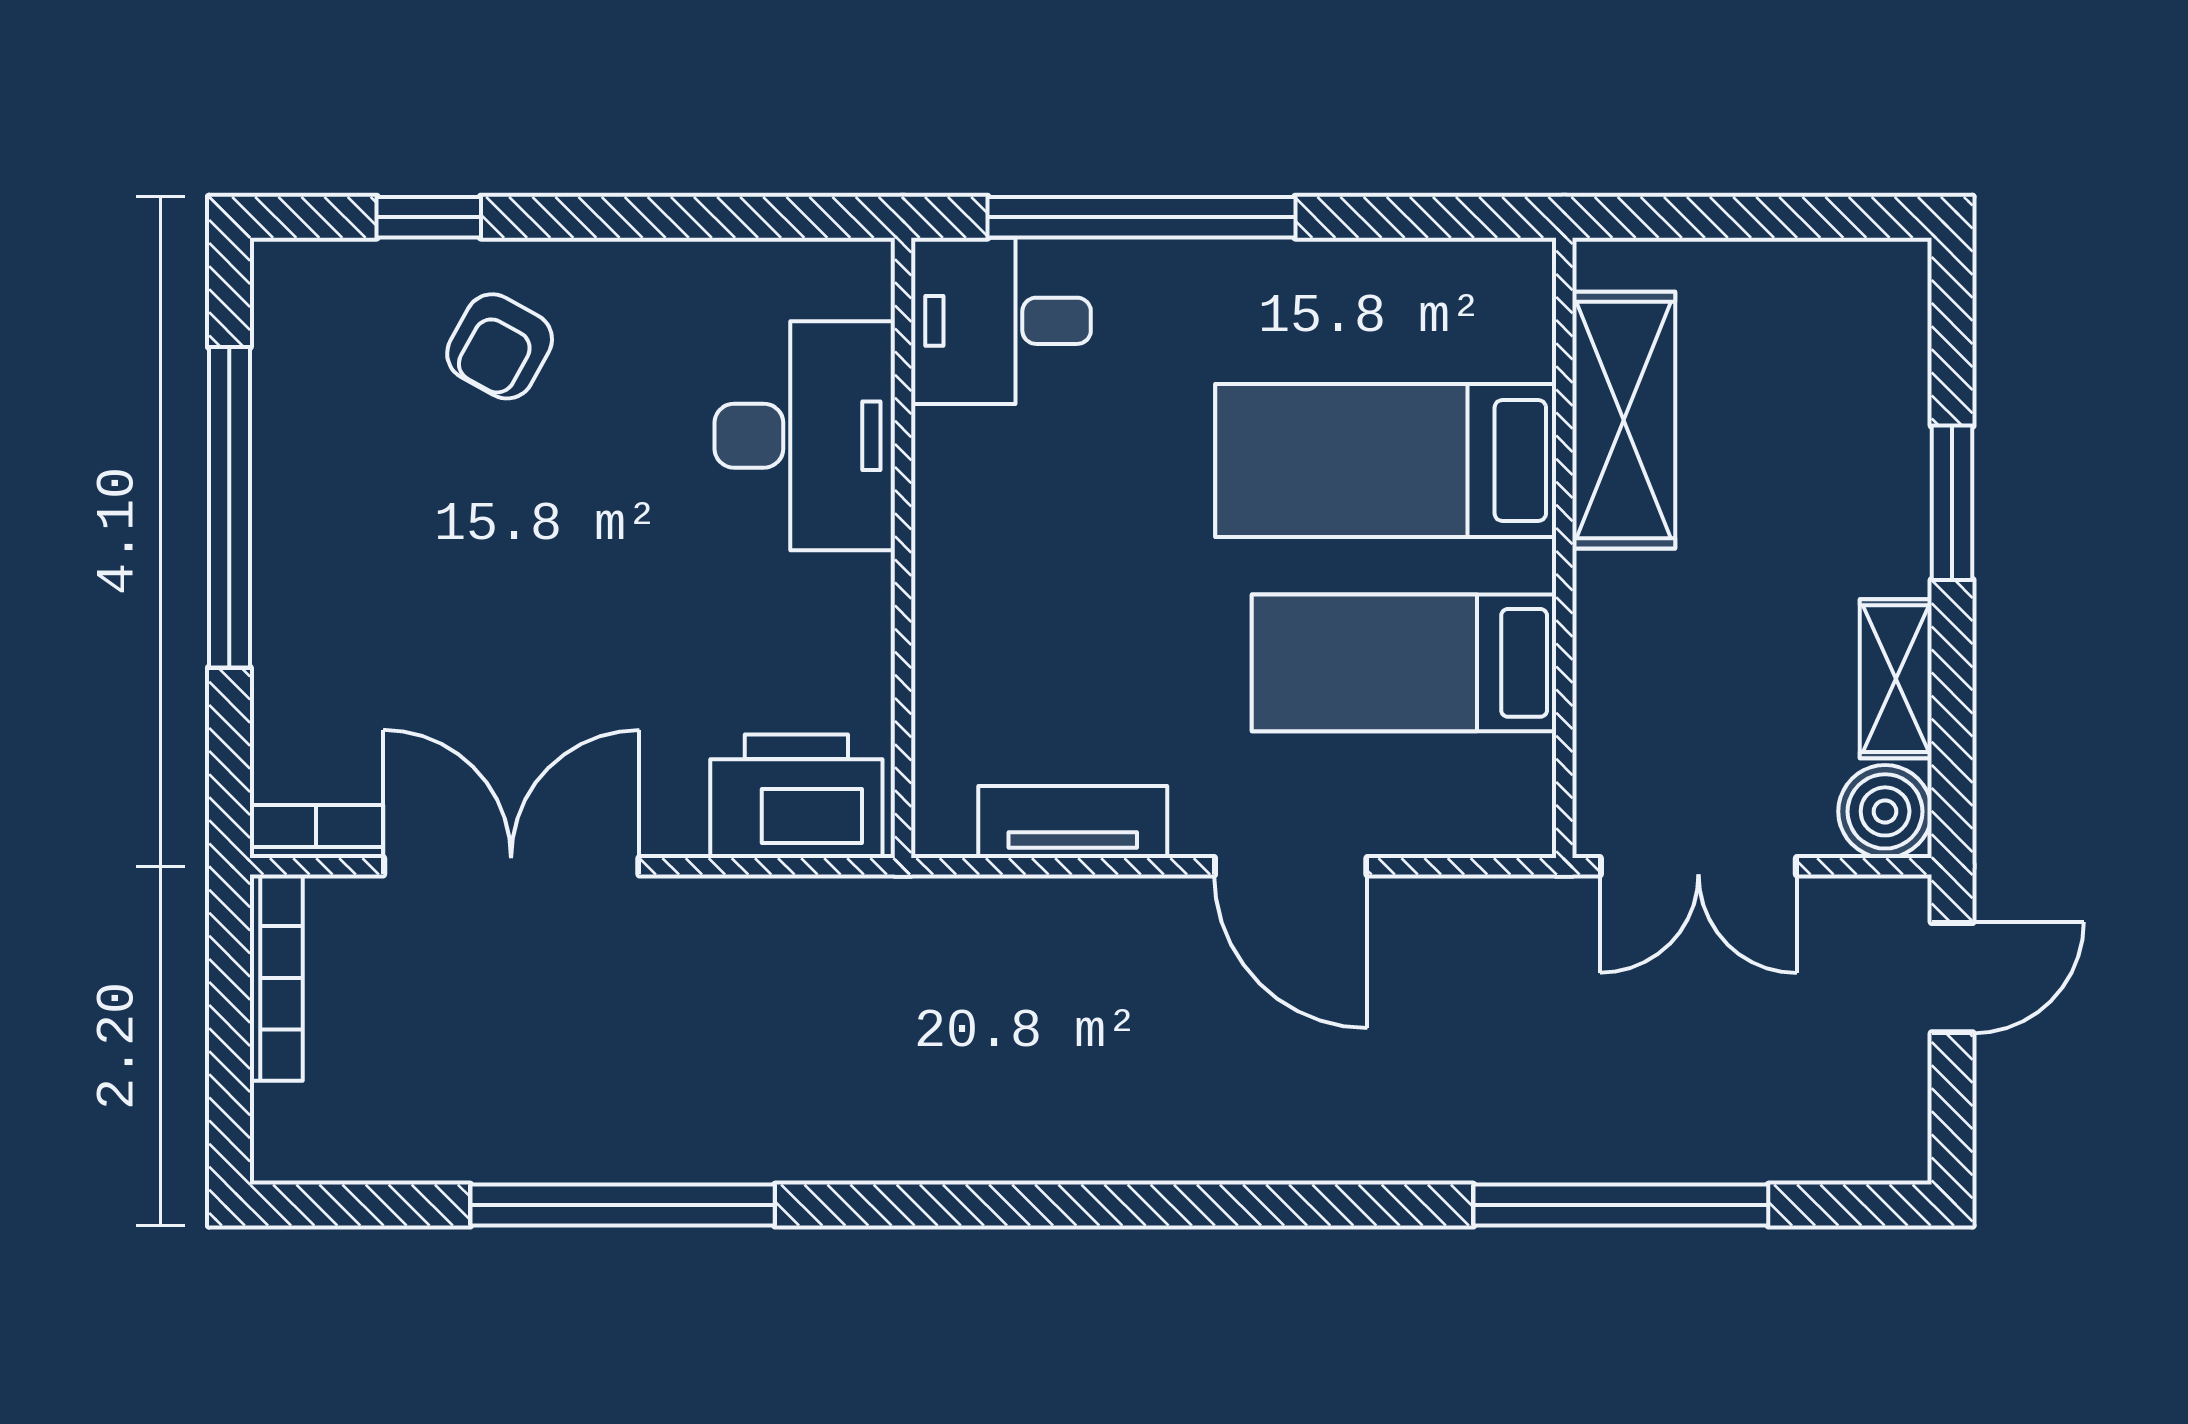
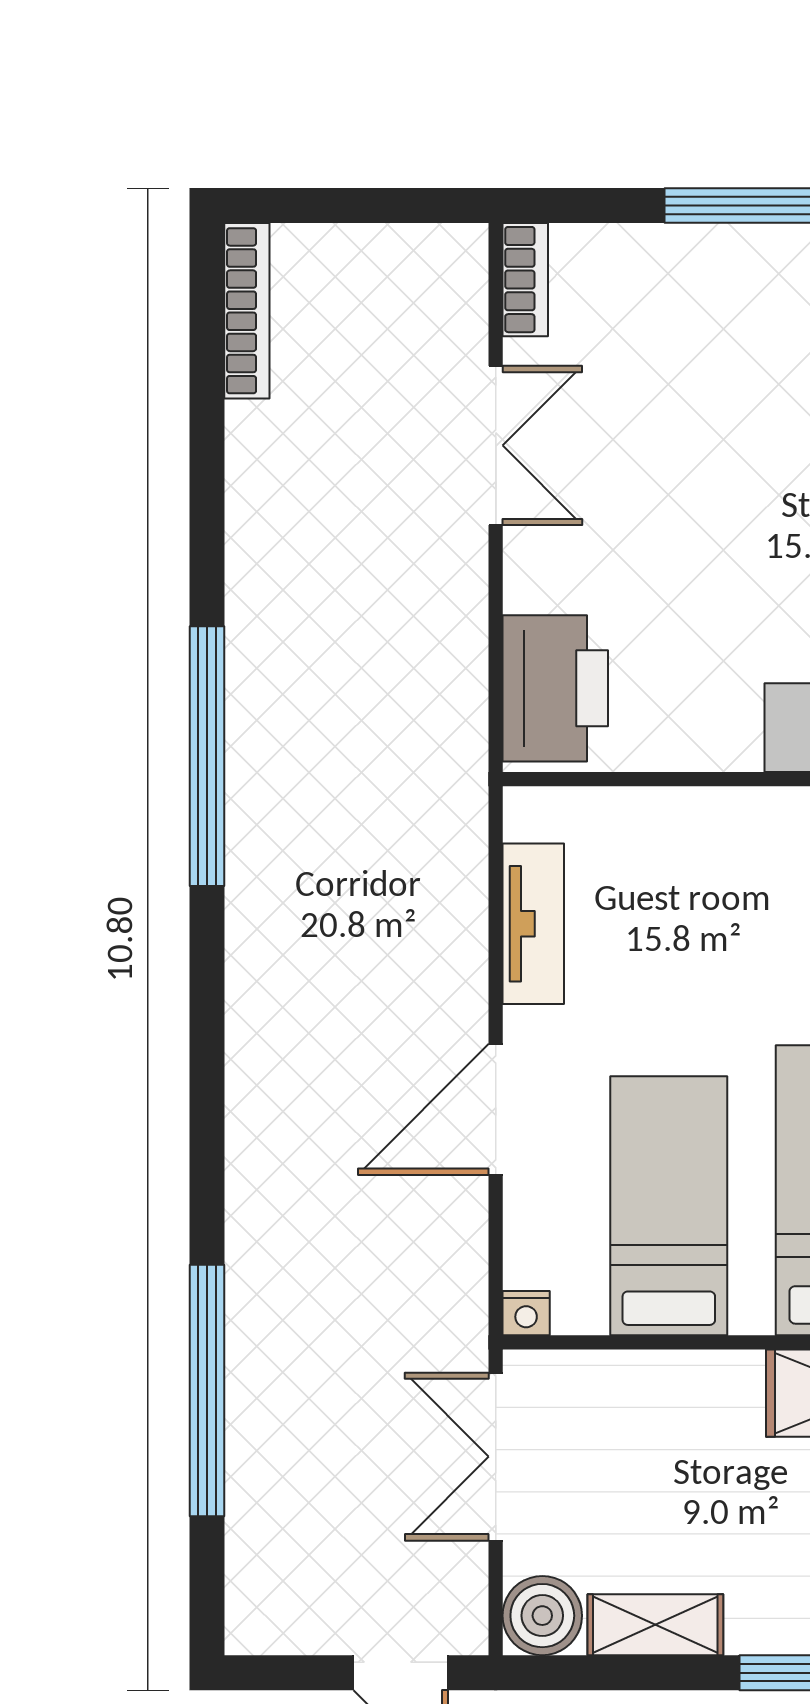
nightstand: (1530, 830) -> (526, 1313), added
double door: (511, 866) -> (496, 445), width x0.73
bookcase: (276, 978) -> (247, 311), moved, turned -90
window: (623, 1205) -> (207, 756), moved

